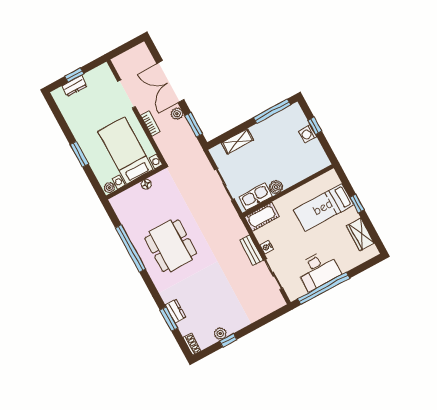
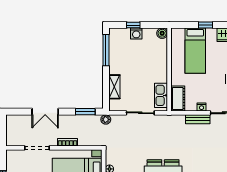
double door: (170, 82) -> (45, 112), width x0.73
plant: (177, 114) -> (106, 119), moved
boiler: (276, 187) -> (162, 33), moved

